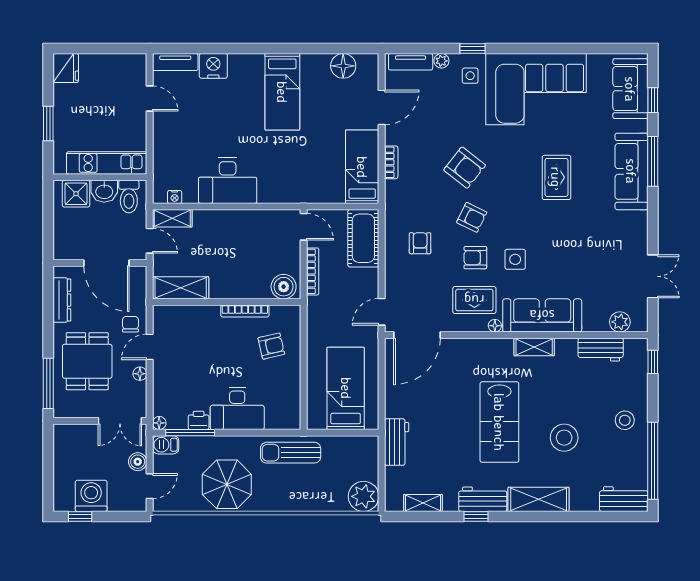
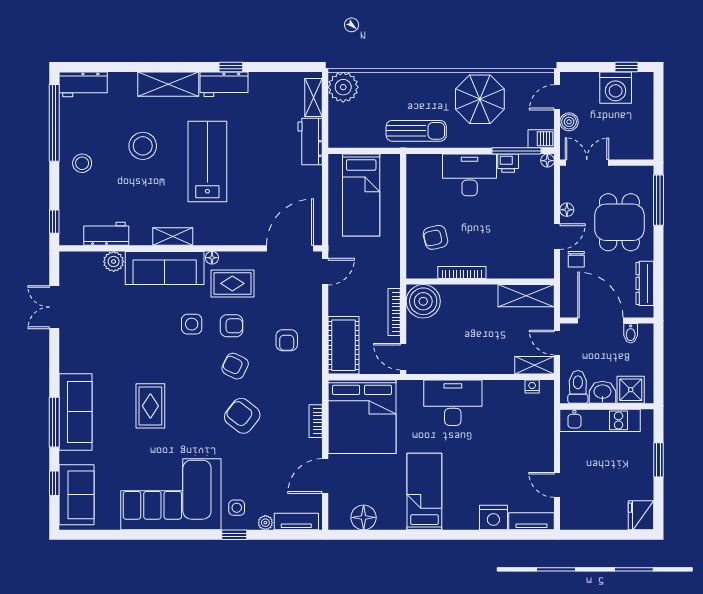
bed: (362, 167) -> (362, 417), width x2.04
desk: (228, 181) -> (453, 403), moved
bidet: (76, 250) -> (631, 333), added
boiler: (284, 287) -> (423, 301), width x1.37, depth x1.37
plant: (620, 322) -> (114, 262), moved
shelving: (423, 503) -> (314, 97), moved, turned 90

